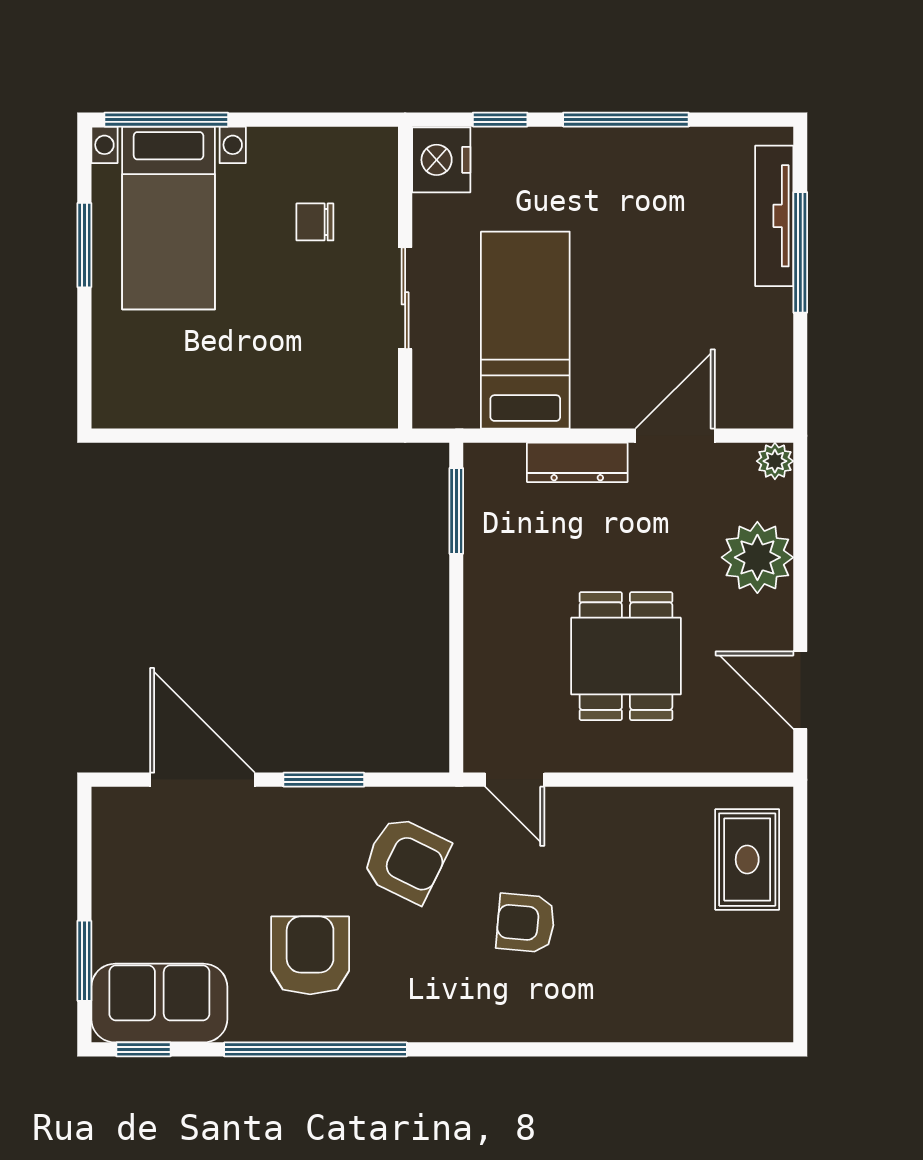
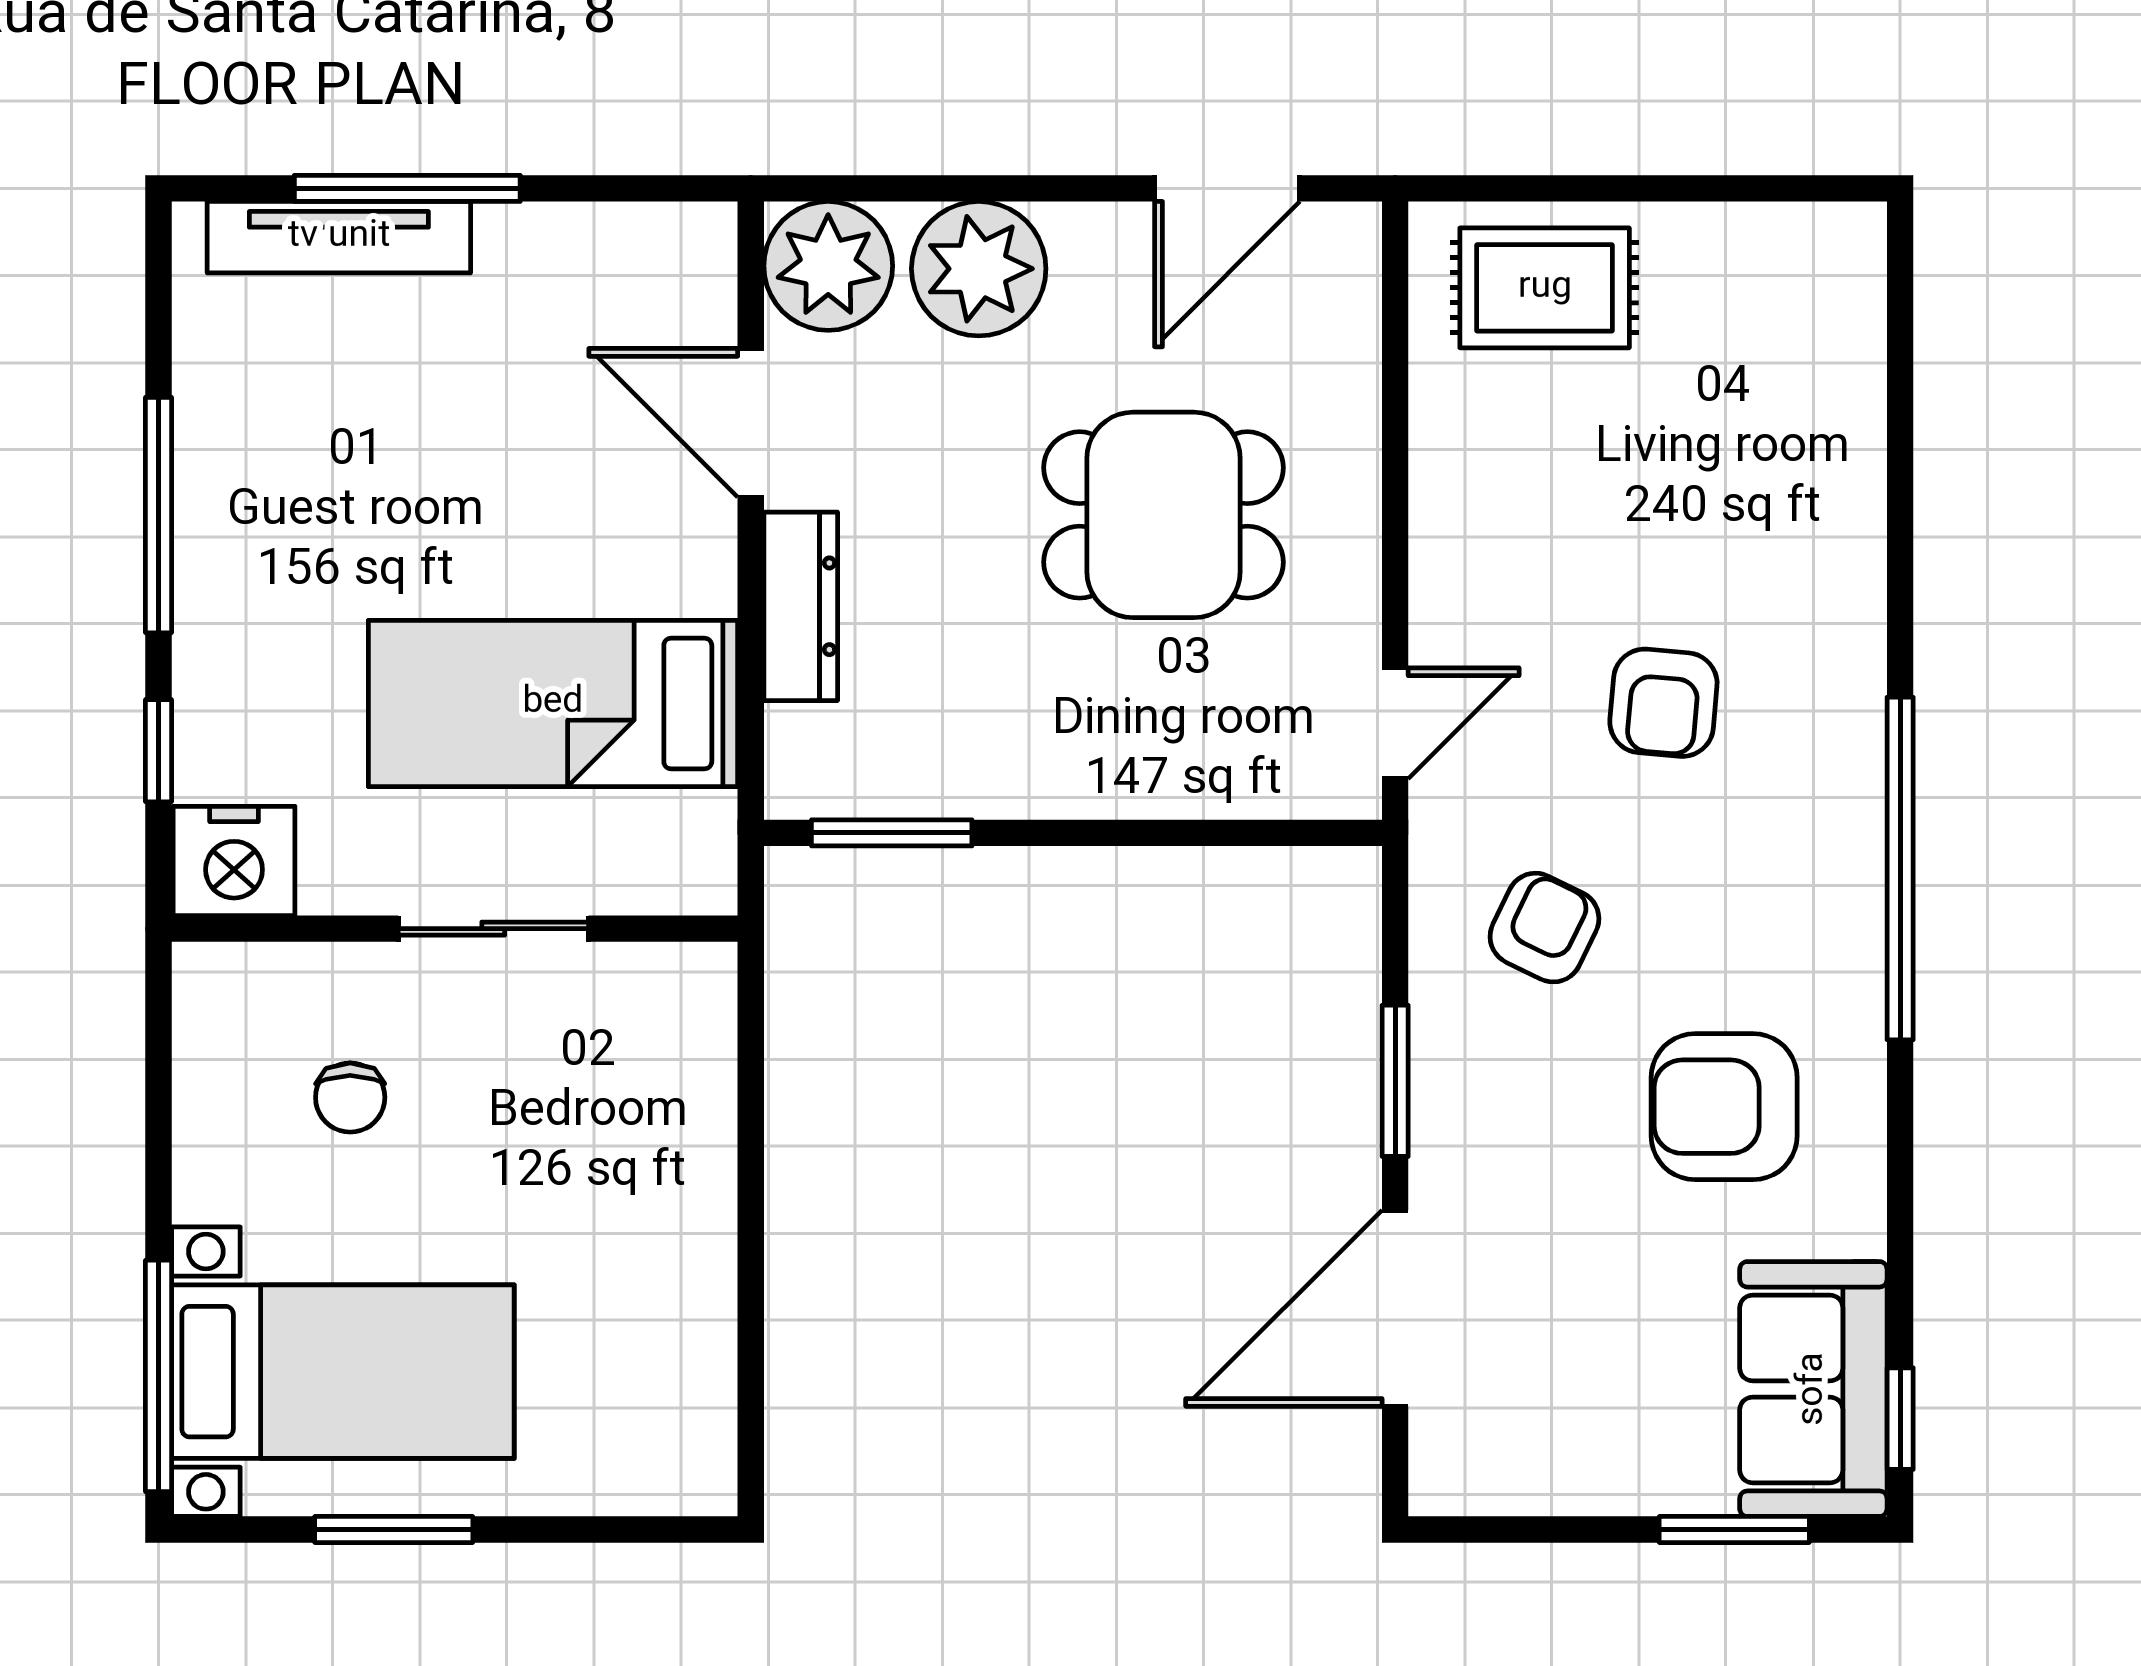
plant: (775, 461) -> (828, 266), width x1.87, depth x1.87
armchair: (406, 859) -> (1544, 928), width x0.72, depth x0.72
window: (316, 1049) -> (1900, 869), moved

